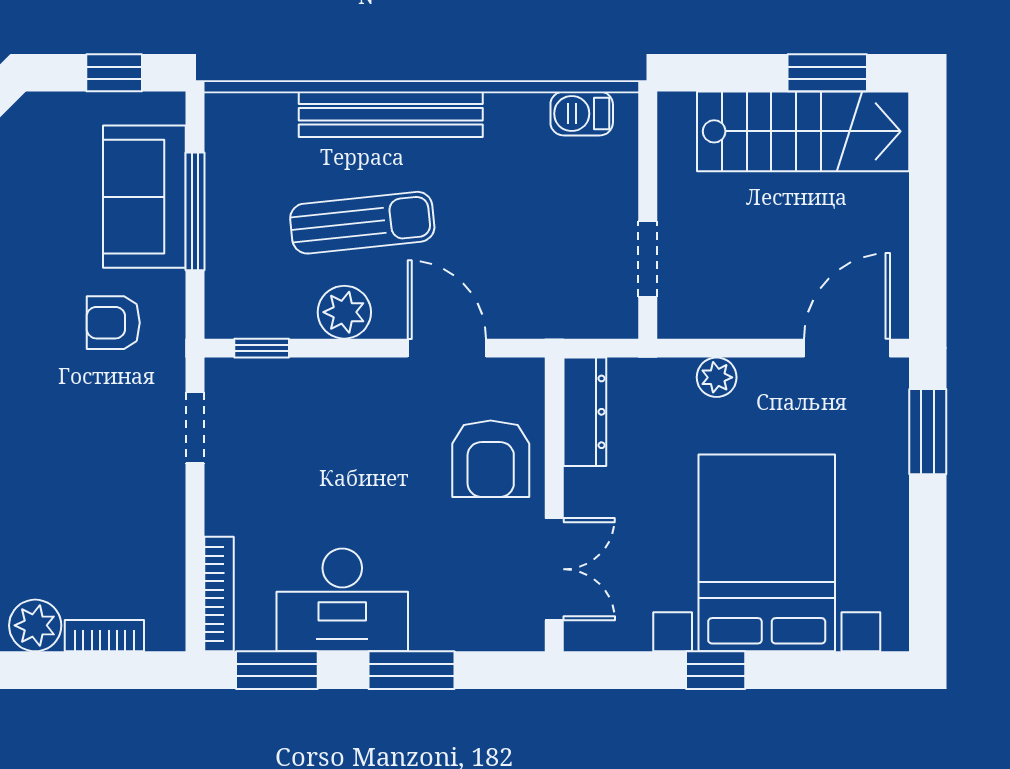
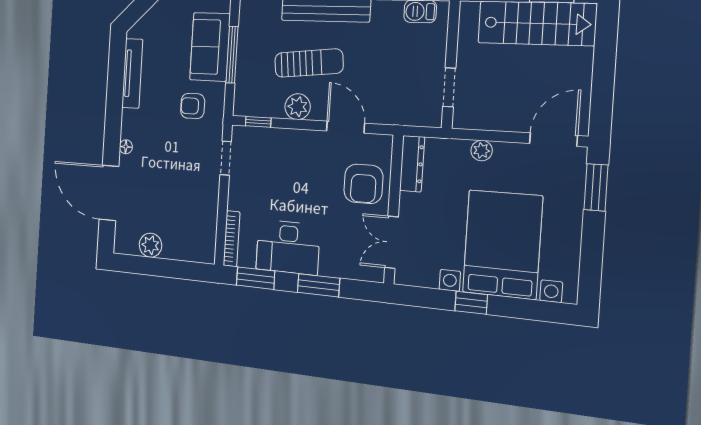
double door: (554, 569) -> (391, 242), swing flipped
bookcase: (104, 636) -> (180, 253), removed

